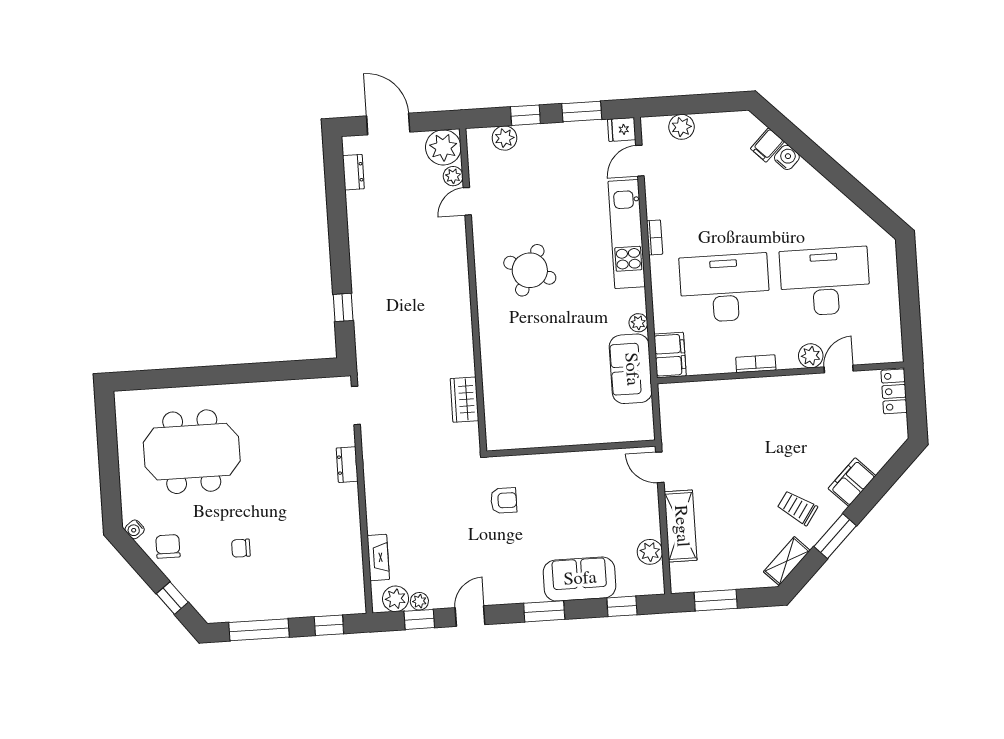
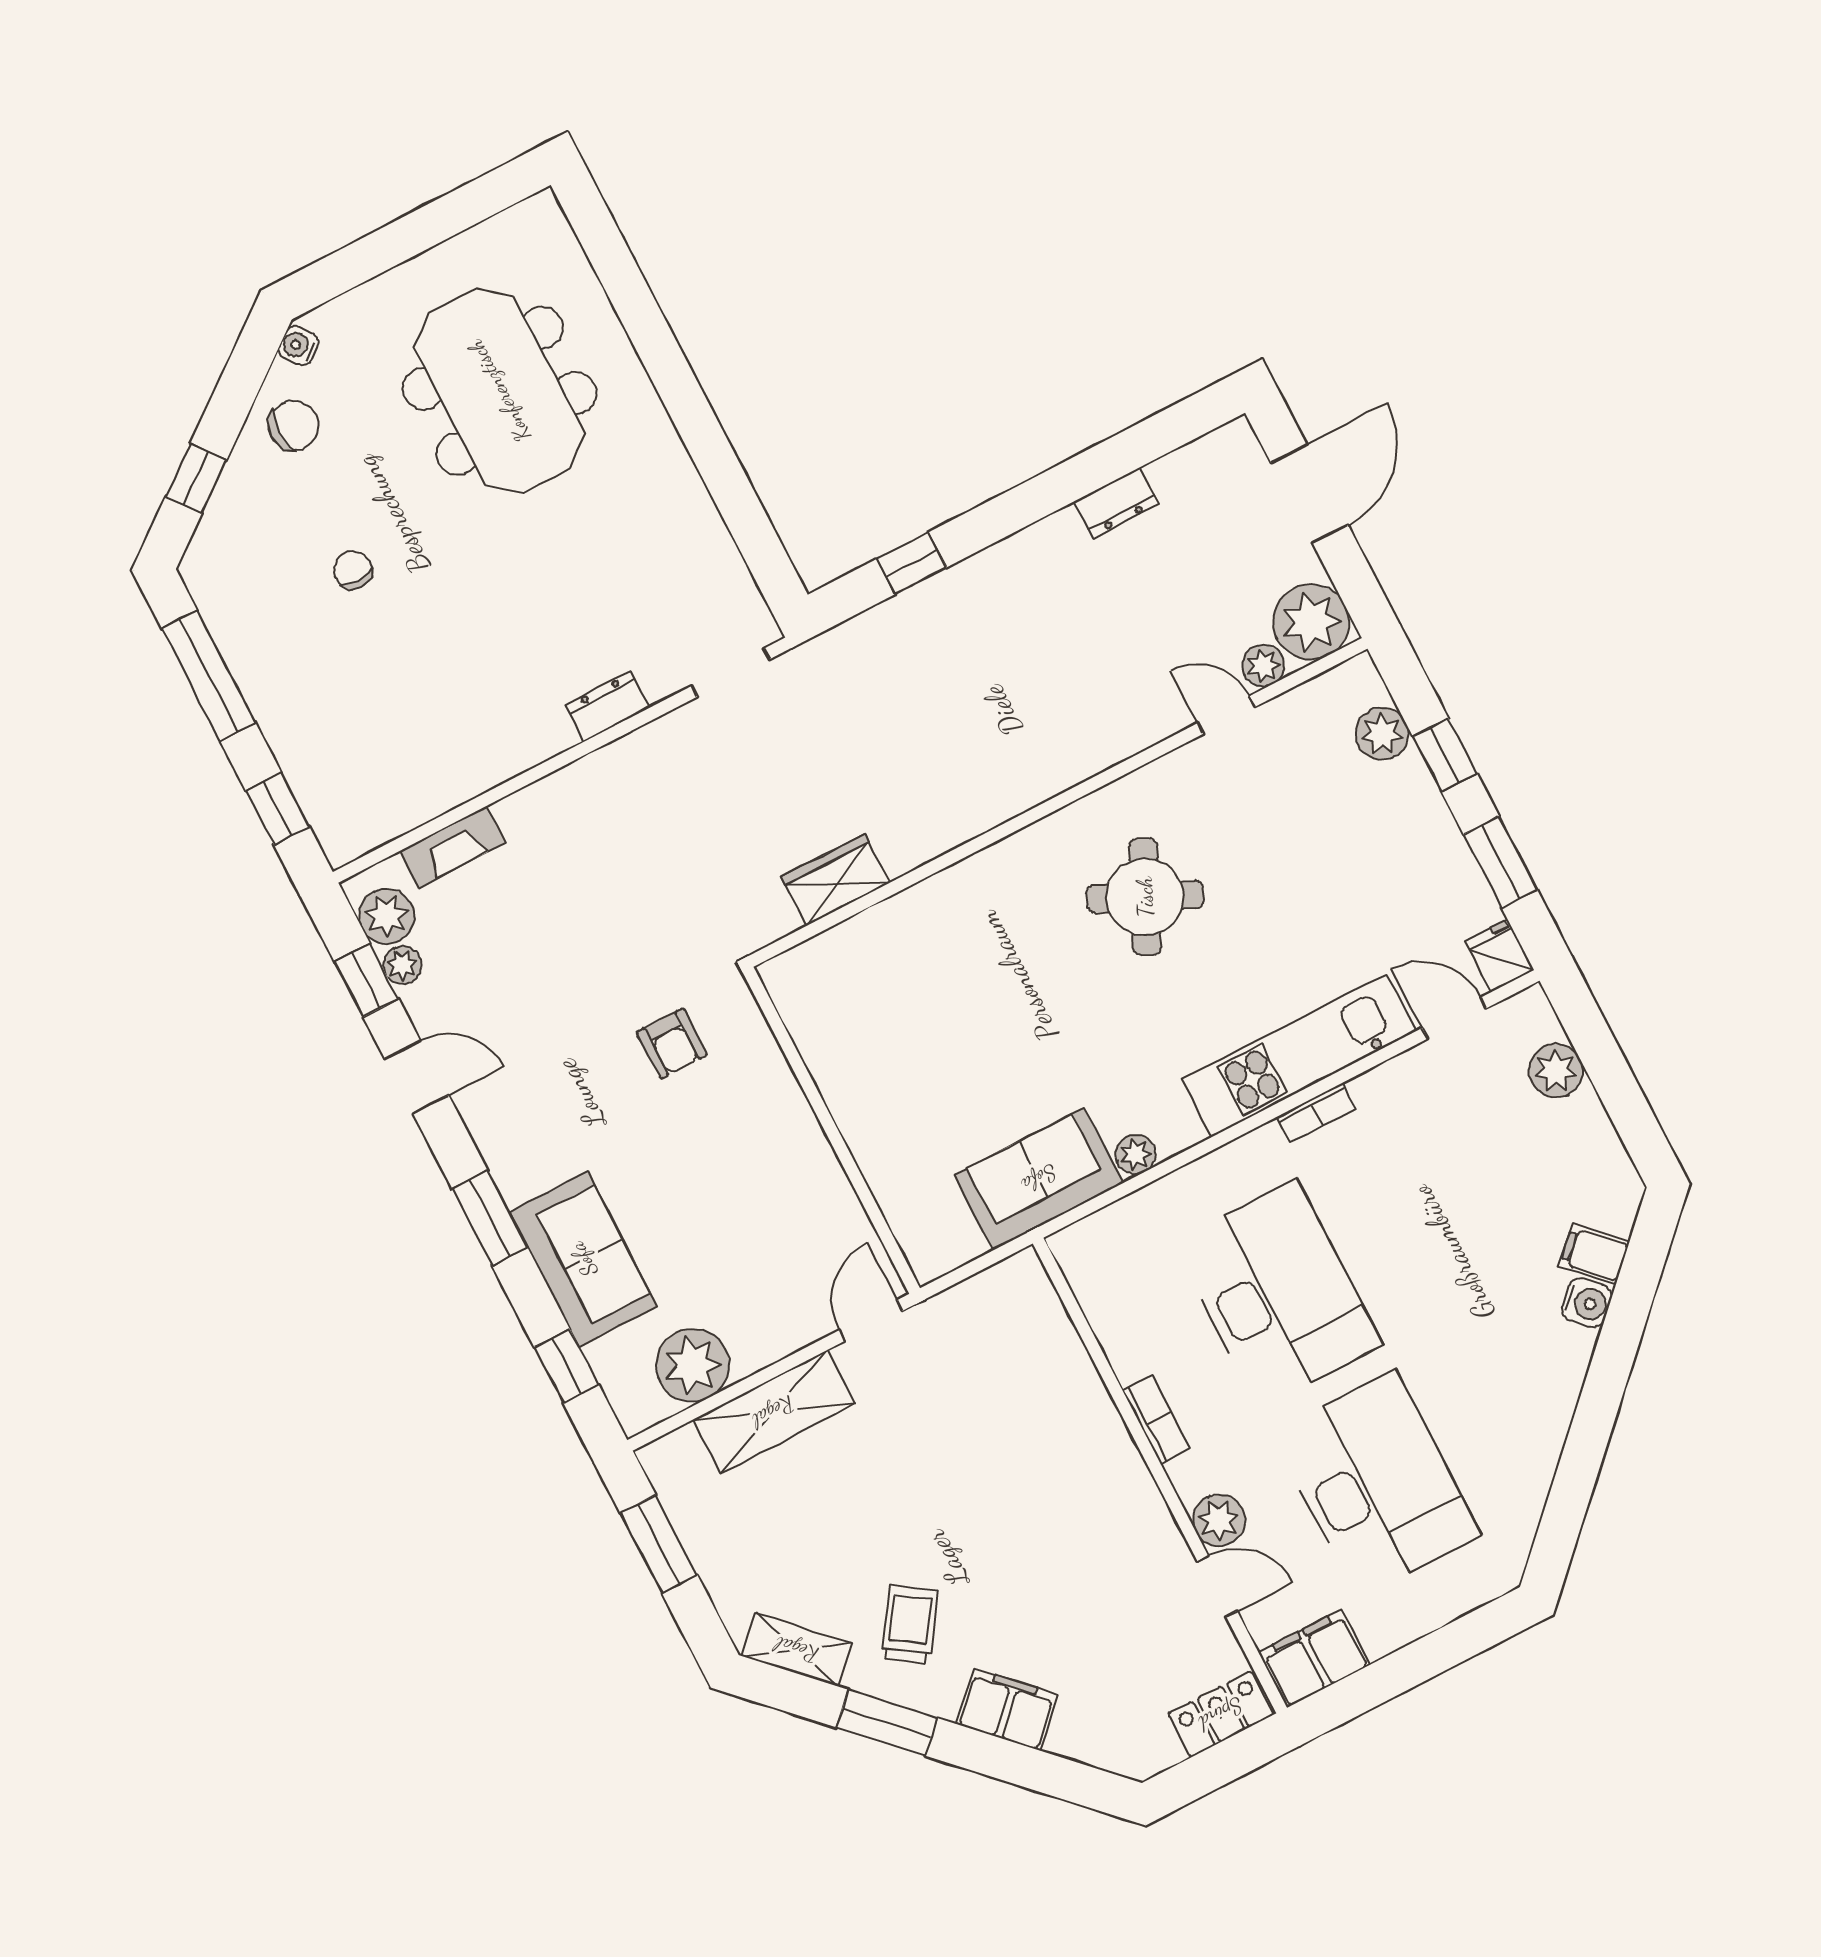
dresser: (353, 172) -> (1116, 503), moved
filing cabinet: (670, 355) -> (1314, 1658), moved, turned 180
plant: (650, 552) -> (692, 1365), width x1.36, depth x1.36

